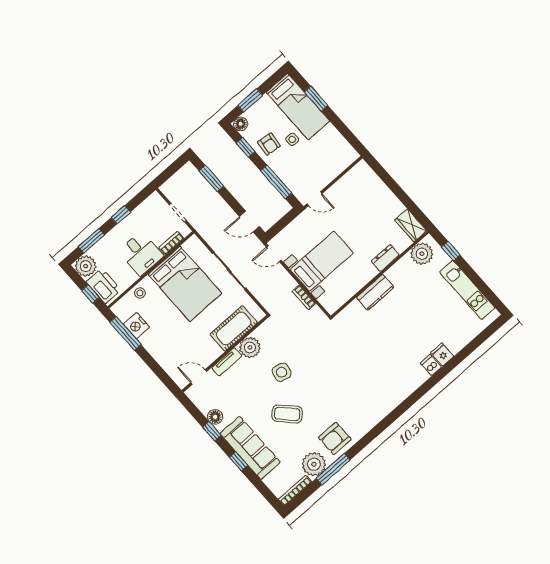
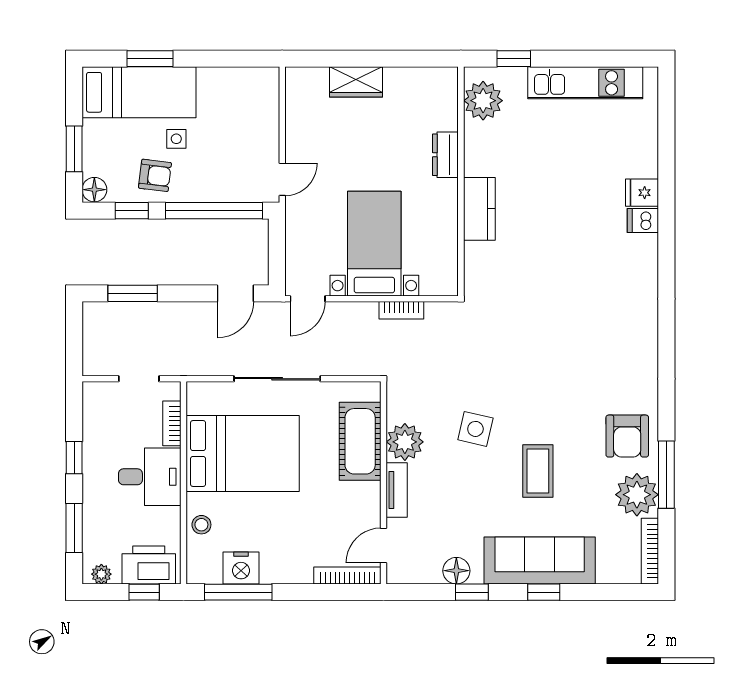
window: (276, 182) -> (214, 211), width x1.46
wardrobe: (411, 225) -> (356, 82), moved
plant: (86, 266) -> (101, 574), width x0.53, depth x0.53
bookcase: (173, 373) -> (347, 576), added
coffee table: (287, 414) -> (538, 471), turned -46

